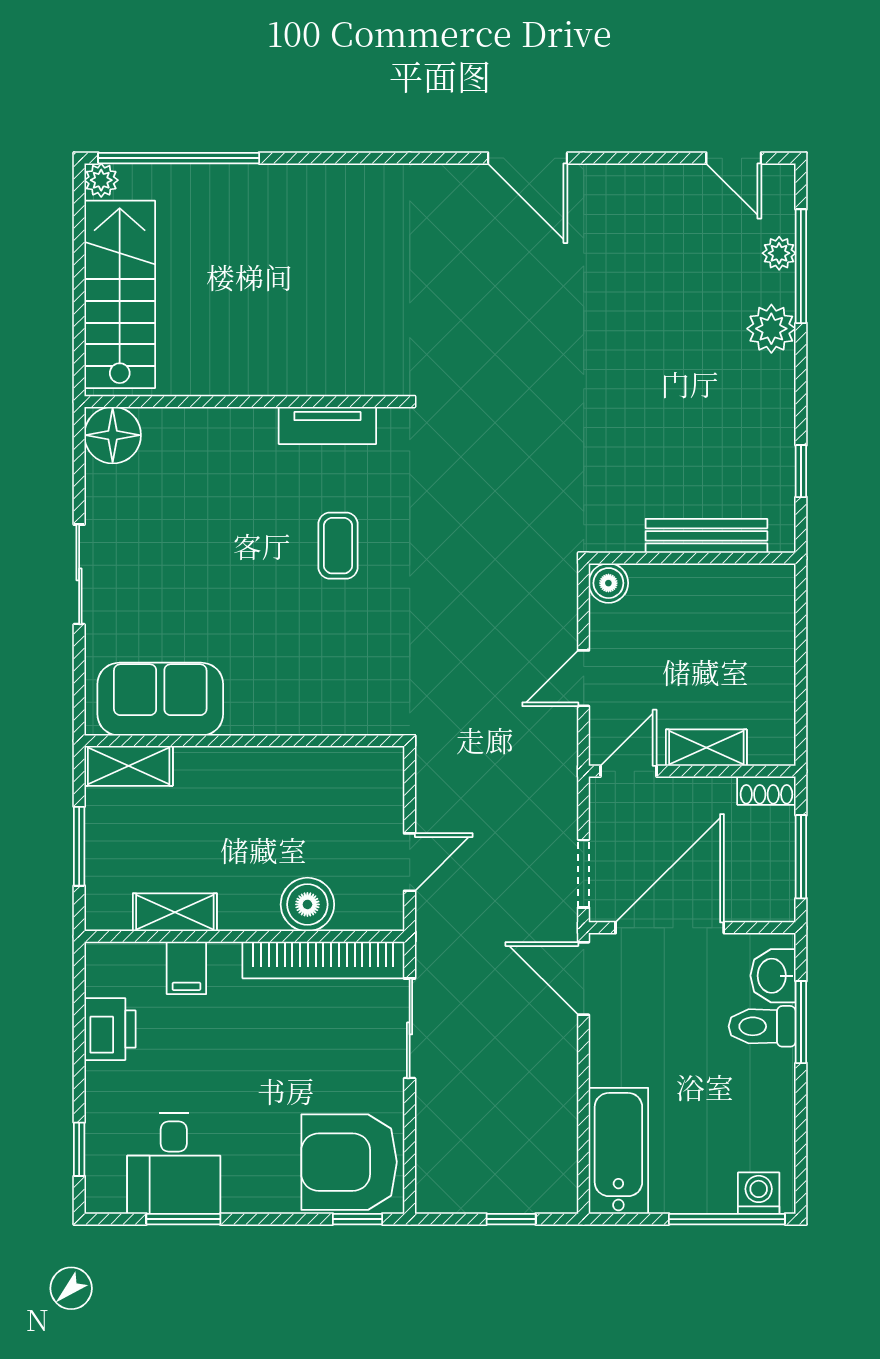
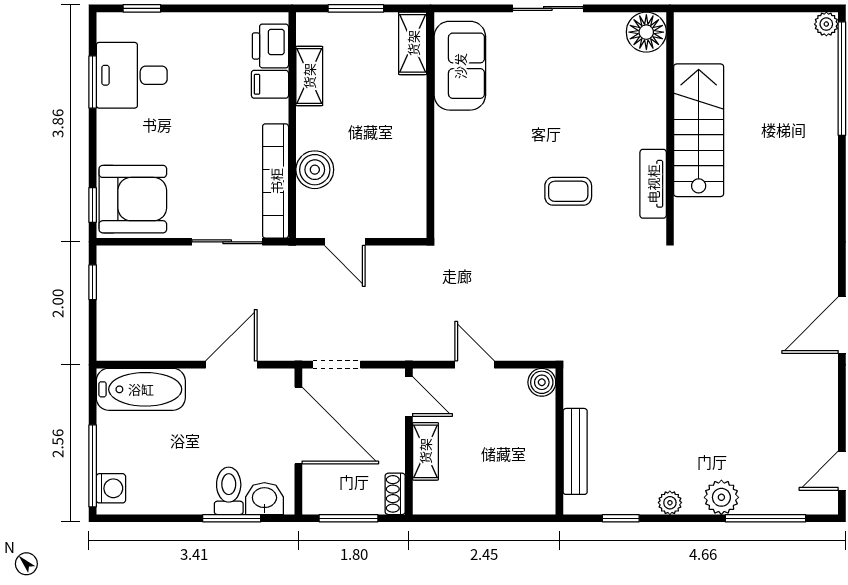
plant: (779, 253) -> (670, 503), moved
stairs: (120, 294) -> (699, 130), moved, turned -90
door: (584, 979) -> (231, 365), moved
printer: (110, 1029) -> (270, 46), moved, turned 90
armchair: (349, 1162) -> (133, 199), turned 90
window: (511, 1219) -> (93, 282), moved

